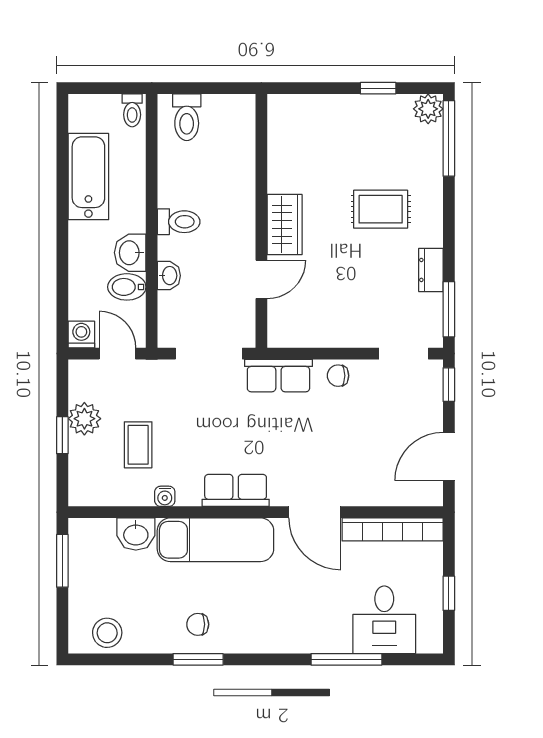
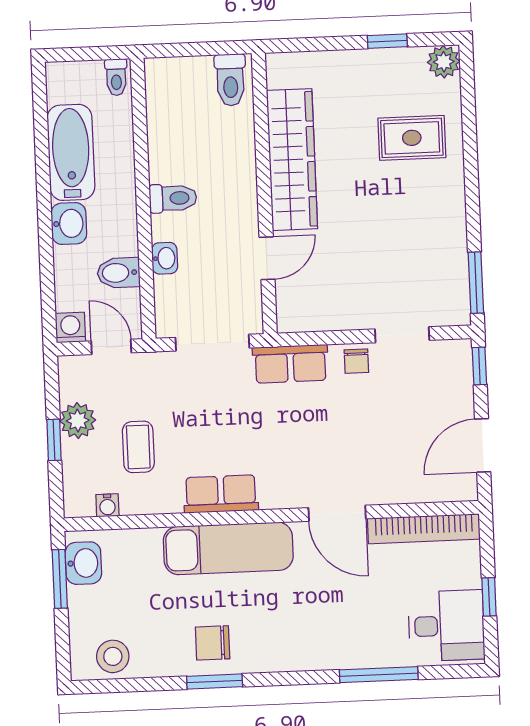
toilet: (187, 117) -> (230, 80), moved
window: (449, 138) -> (468, 93), removed
rug: (381, 209) -> (412, 138), moved
wardrobe: (285, 225) -> (292, 160), width x2.10, depth x1.17
washbasin: (130, 253) -> (69, 224), moved, turned 180
dresser: (431, 270) -> (454, 240), removed
doorway: (404, 354) -> (402, 335), moved
chair: (338, 376) -> (356, 361), turned -90
row of seats: (236, 490) -> (221, 494), moved
water cooler: (165, 496) -> (107, 505), moved
washbasin: (136, 534) -> (83, 563), moved, turned -90
desk: (384, 620) -> (446, 626), moved, turned -90
chair: (198, 624) -> (213, 643), width x1.37, depth x1.37

